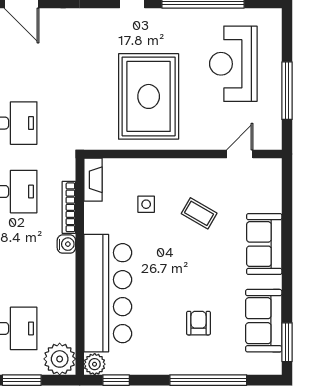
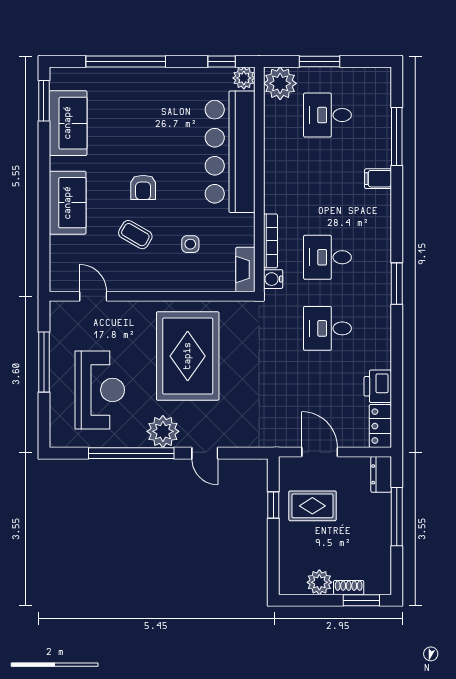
plant: (172, 24) -> (163, 431), added
door: (240, 154) -> (93, 296), swing flipped
water cooler: (66, 244) -> (273, 279), moved
armchair: (198, 323) -> (143, 187), moved

